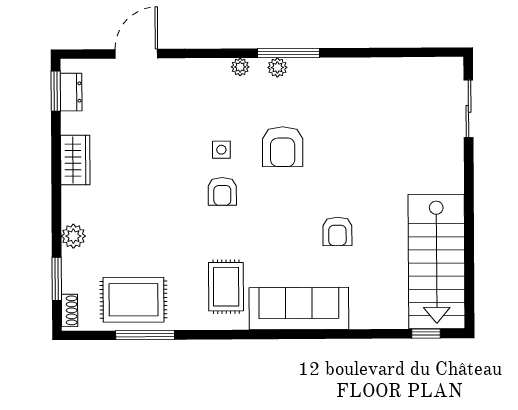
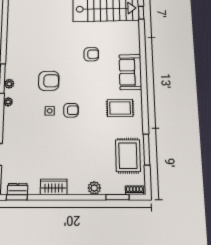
sofa: (299, 308) -> (130, 72), width x0.73

